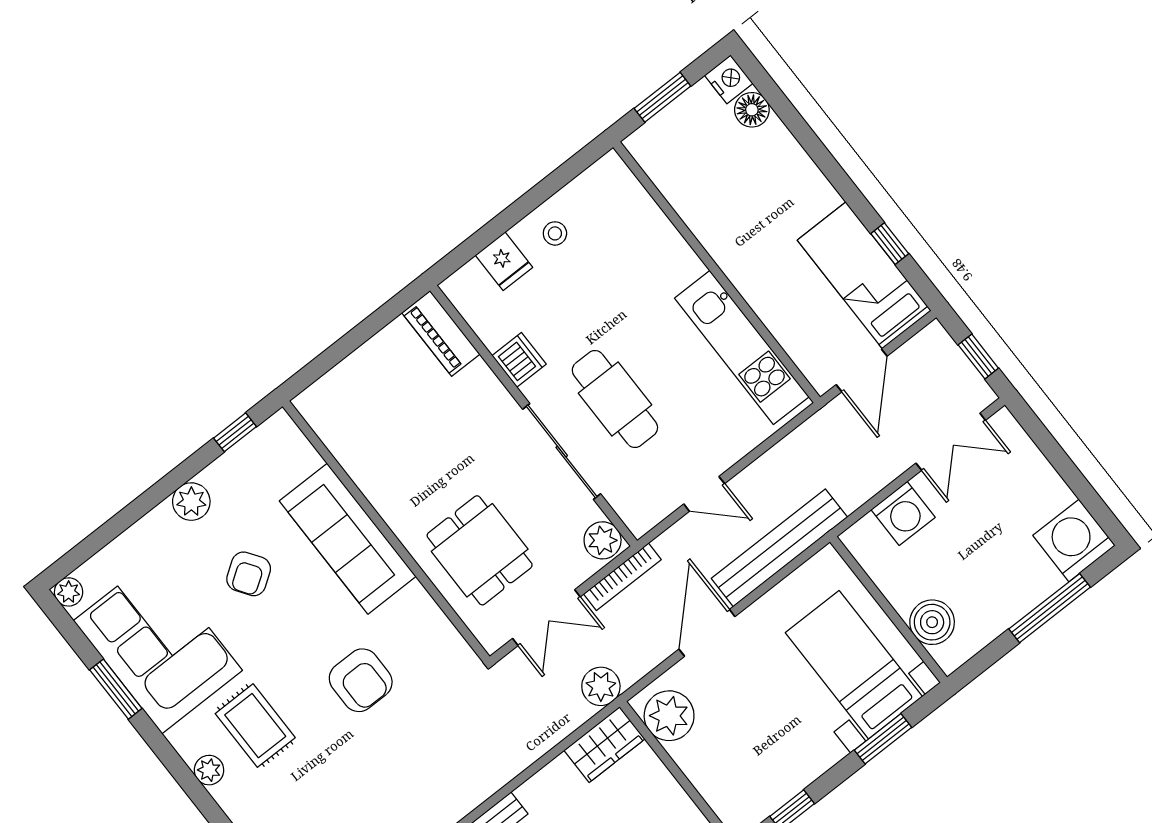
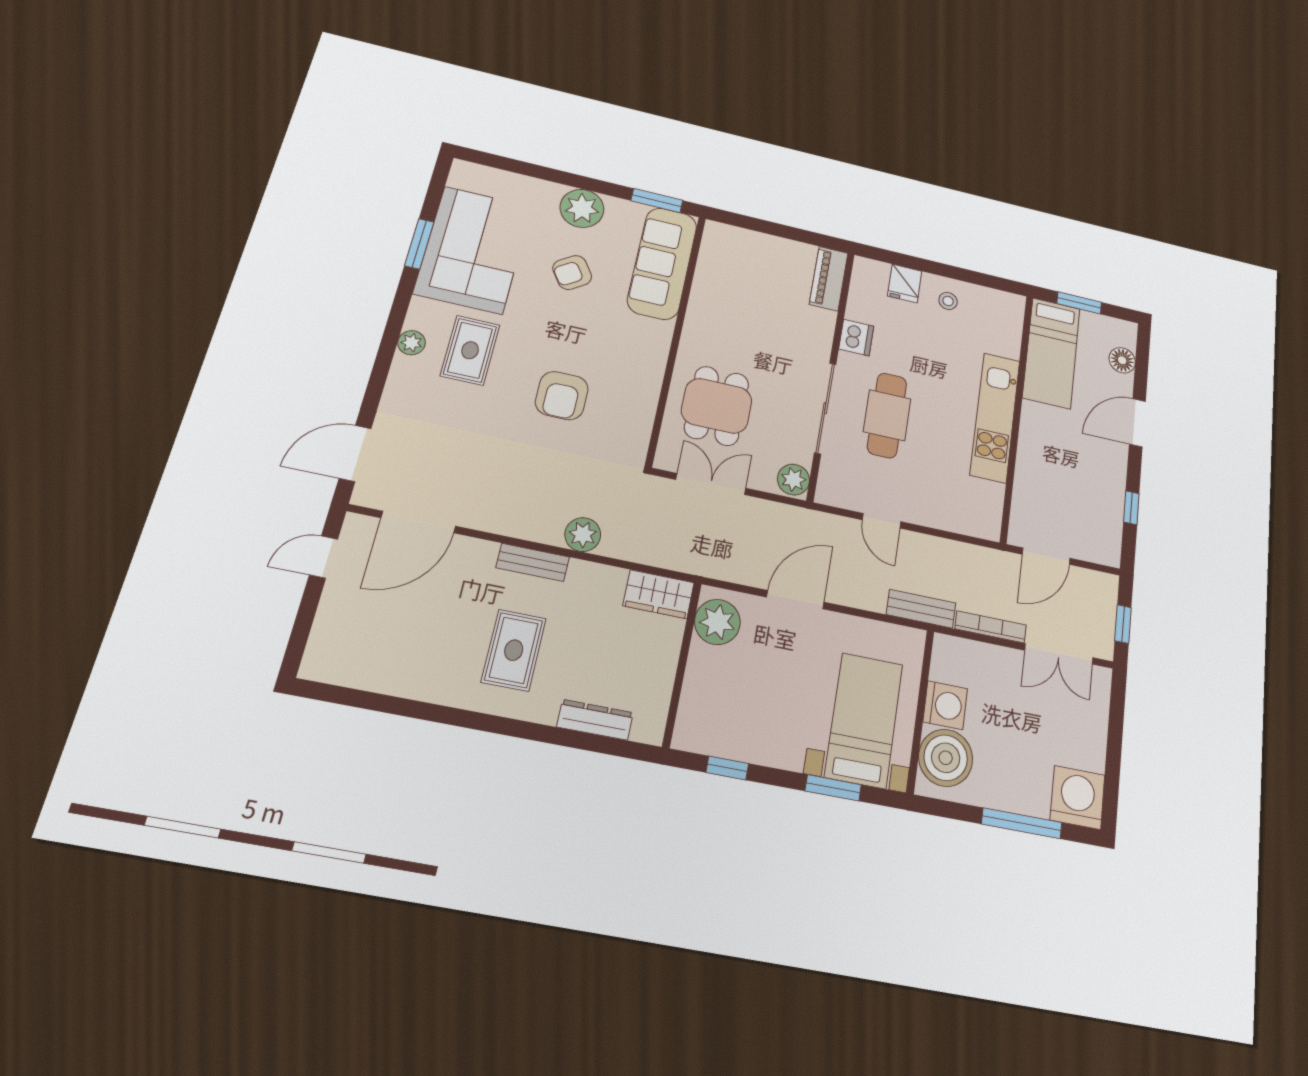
nightstand: (729, 79) -> (1125, 333), removed
door: (821, 156) -> (1137, 423), added
bed: (864, 275) -> (1051, 353), moved, turned 180
kitchen unit: (742, 347) -> (995, 417), moved
window: (235, 432) -> (657, 201), width x1.50
plant: (191, 502) -> (582, 208), width x1.36, depth x1.36
washing machine: (903, 513) -> (945, 705), moved, turned -90
sofa: (348, 539) -> (662, 263), moved
bench: (779, 548) -> (921, 609), width x0.54, depth x0.82
bookcase: (622, 577) -> (991, 627), moved, turned 180
plant: (69, 592) -> (462, 171), removed
double door: (546, 618) -> (711, 484), swing flipped
boiler: (932, 622) -> (946, 758), width x1.37, depth x1.37
plant: (601, 686) -> (583, 535), moved

